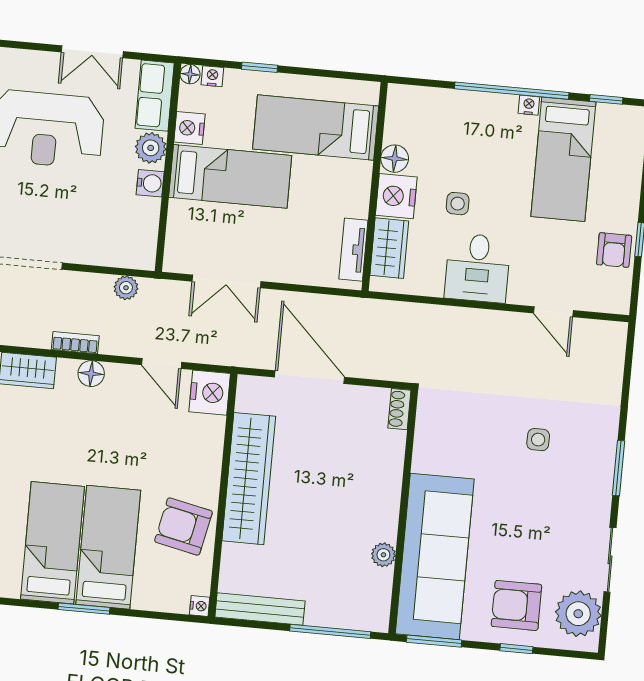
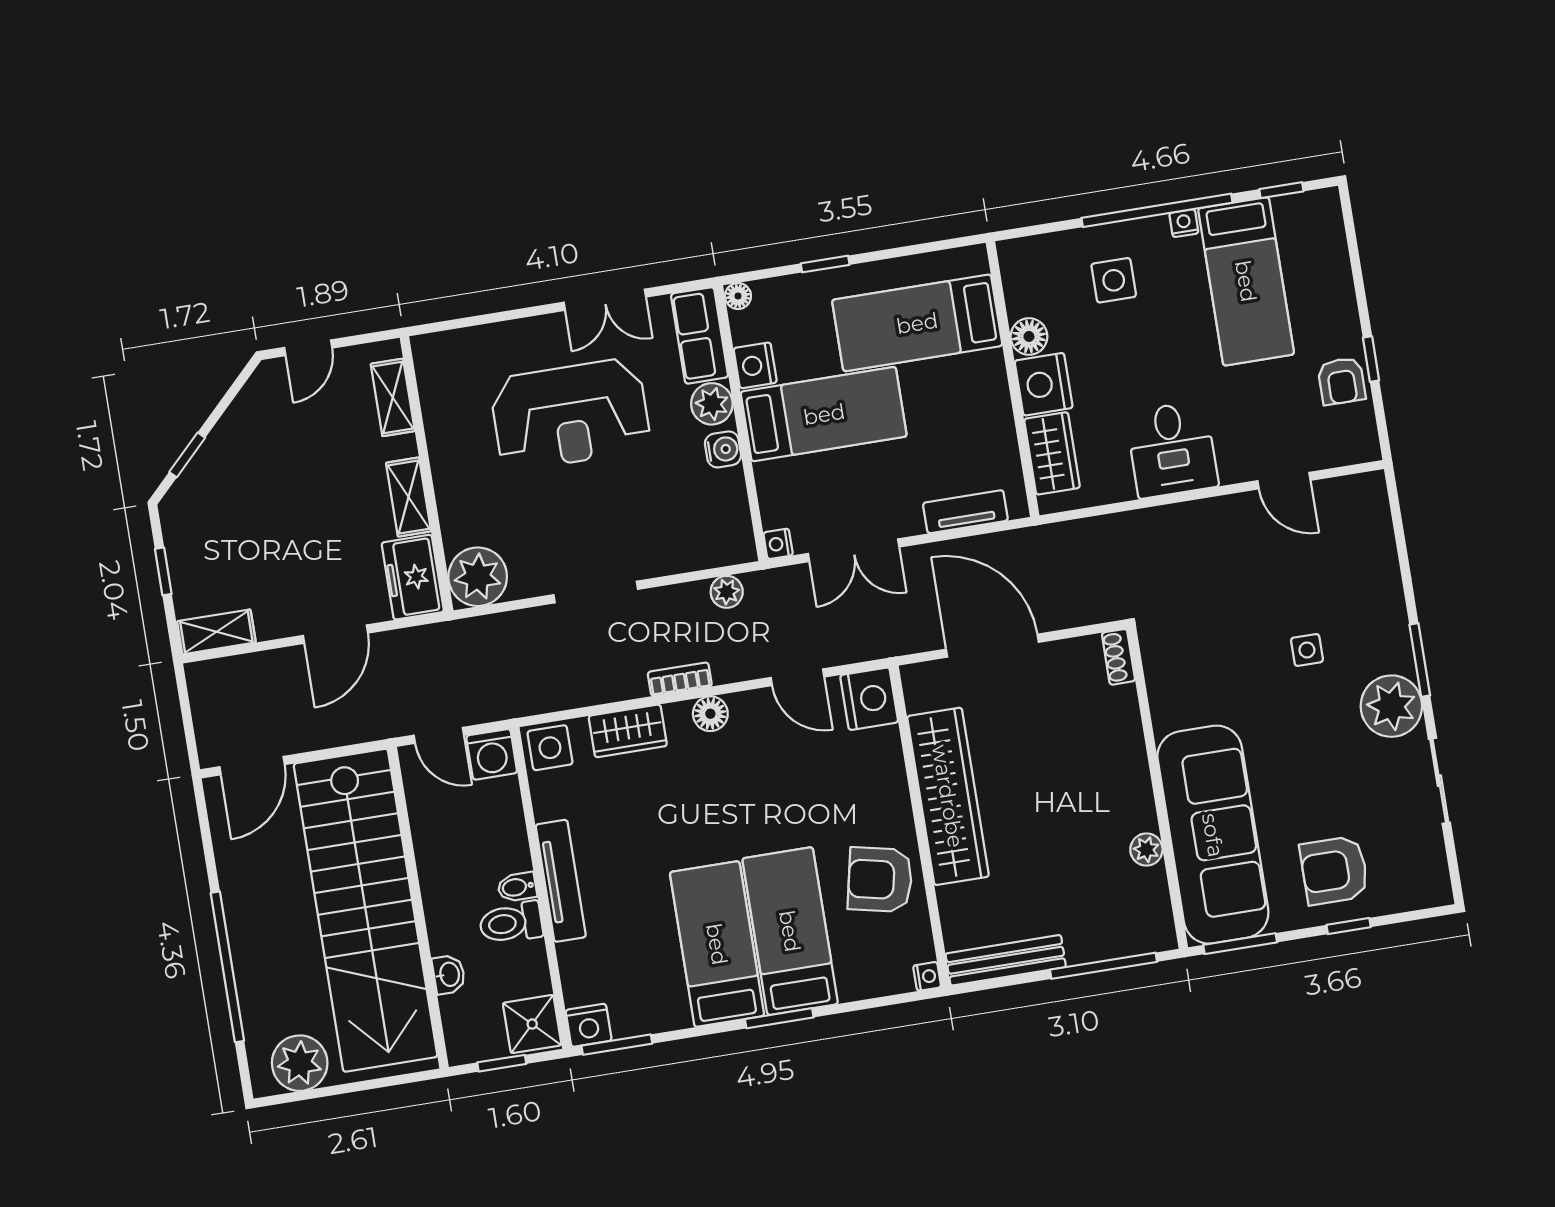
nightstand: (212, 76) -> (778, 544), moved, turned -90
side table: (458, 204) -> (1114, 280), moved, width x1.37, depth x1.37
tv unit: (353, 250) -> (965, 512), moved, turned 90
plant: (578, 614) -> (1391, 706), moved

